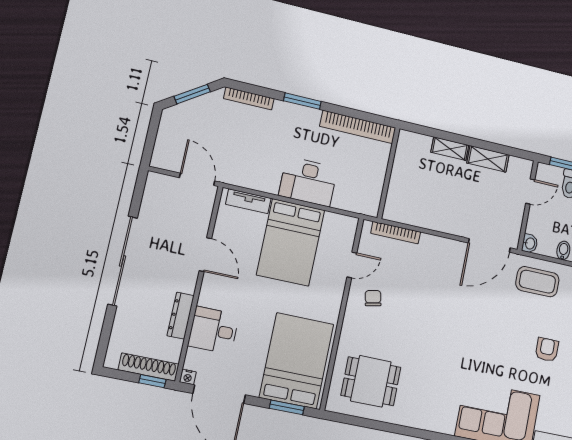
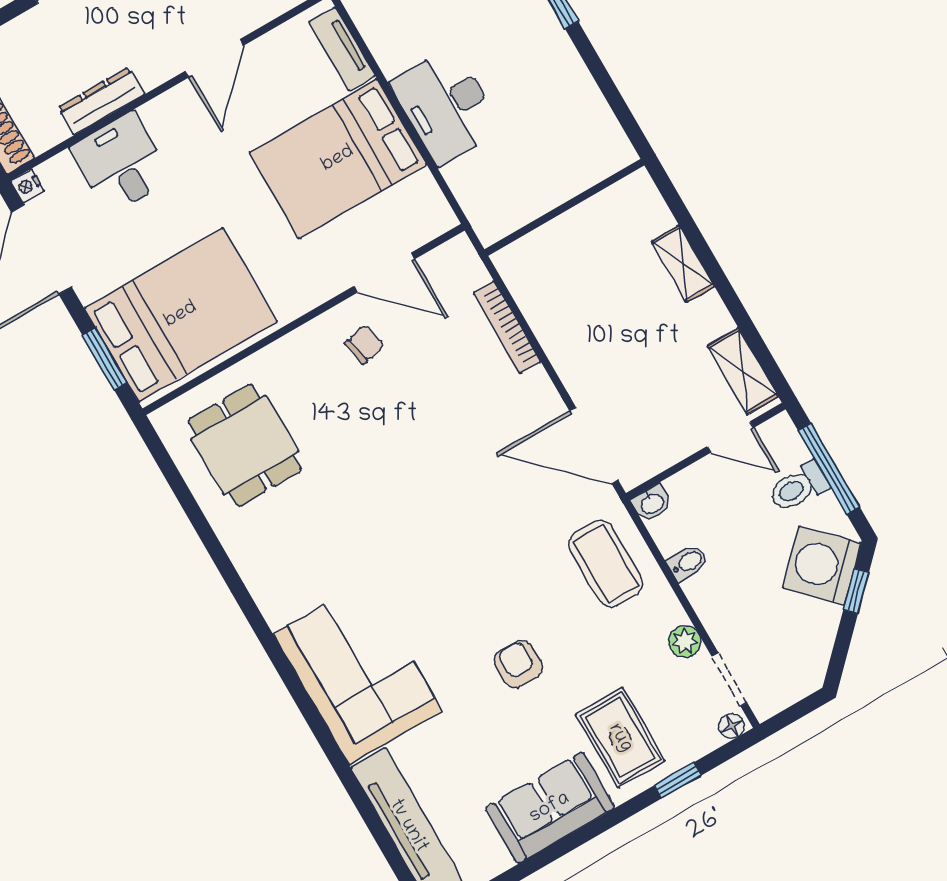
bookcase: (358, 127) -> (590, 105), removed
shelving: (488, 159) -> (743, 371), moved
bookcase: (396, 233) -> (507, 327), moved
door: (352, 265) -> (384, 273), width x1.38
armchair: (547, 350) -> (518, 664), turned -90

